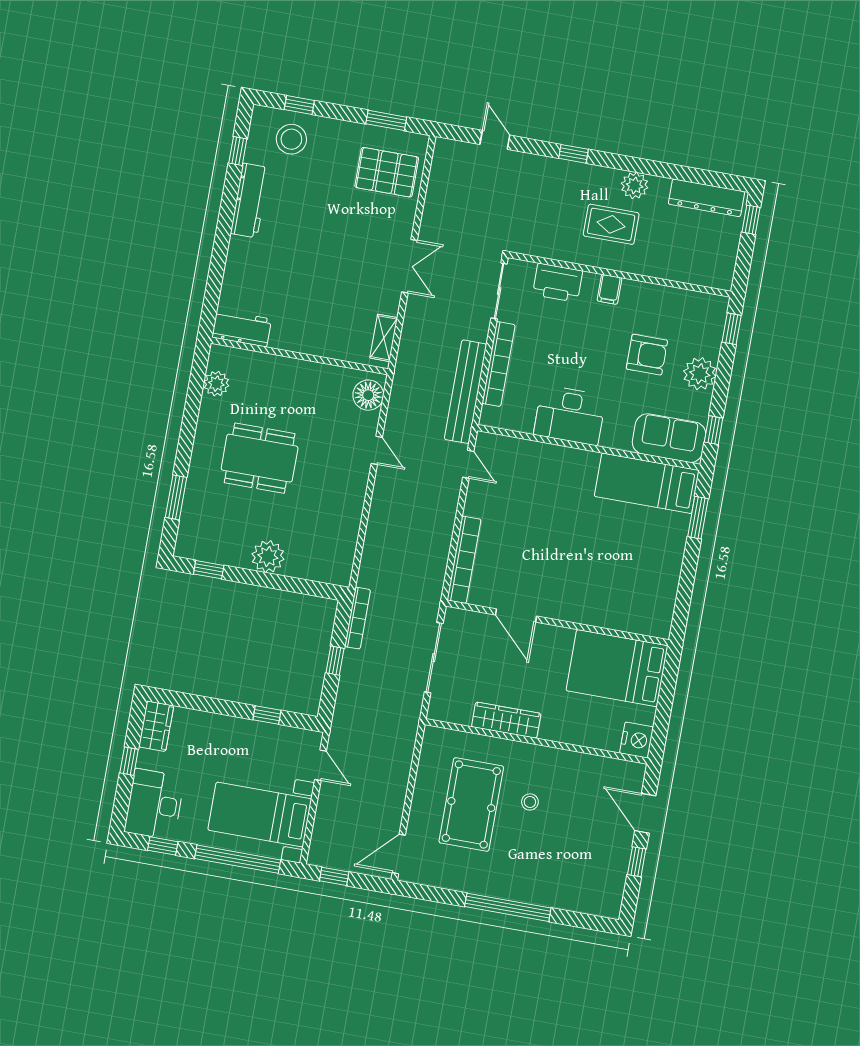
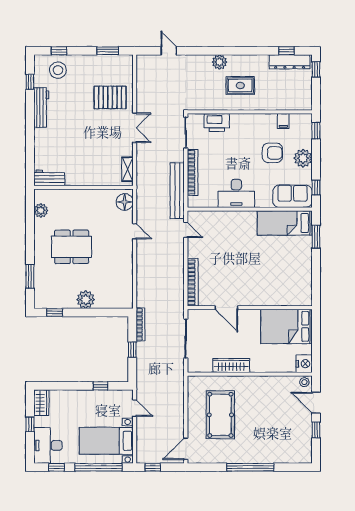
window: (573, 154) -> (287, 51), moved
pallet: (387, 172) -> (110, 97), moved
plant: (635, 186) -> (219, 62), moved
filing cabinet: (609, 289) -> (283, 121), moved
stool: (530, 802) -> (304, 382), moved

